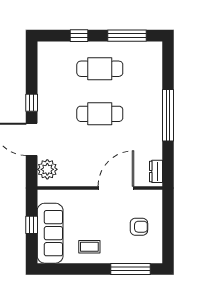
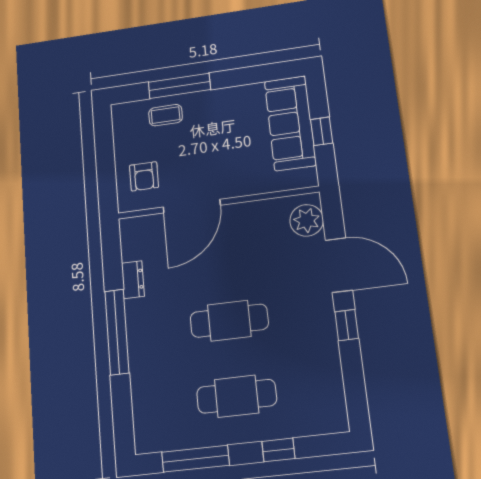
dresser: (156, 171) -> (133, 280), moved
armchair: (139, 227) -> (144, 176), moved, turned -90
coffee table: (89, 247) -> (166, 115), moved
window: (131, 269) -> (179, 86), moved

